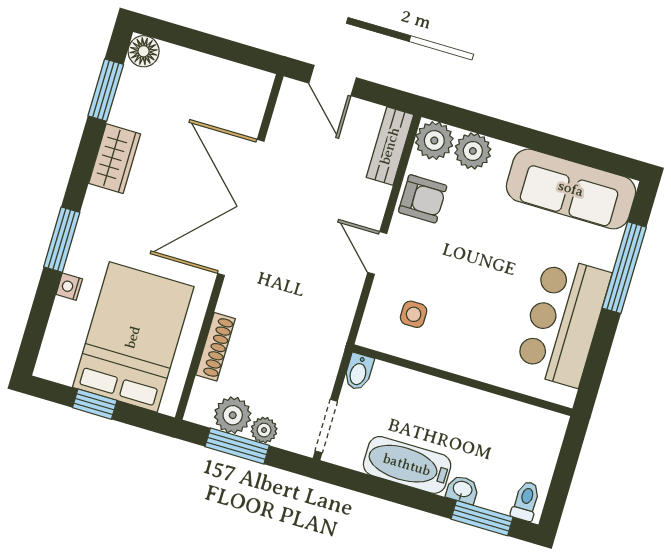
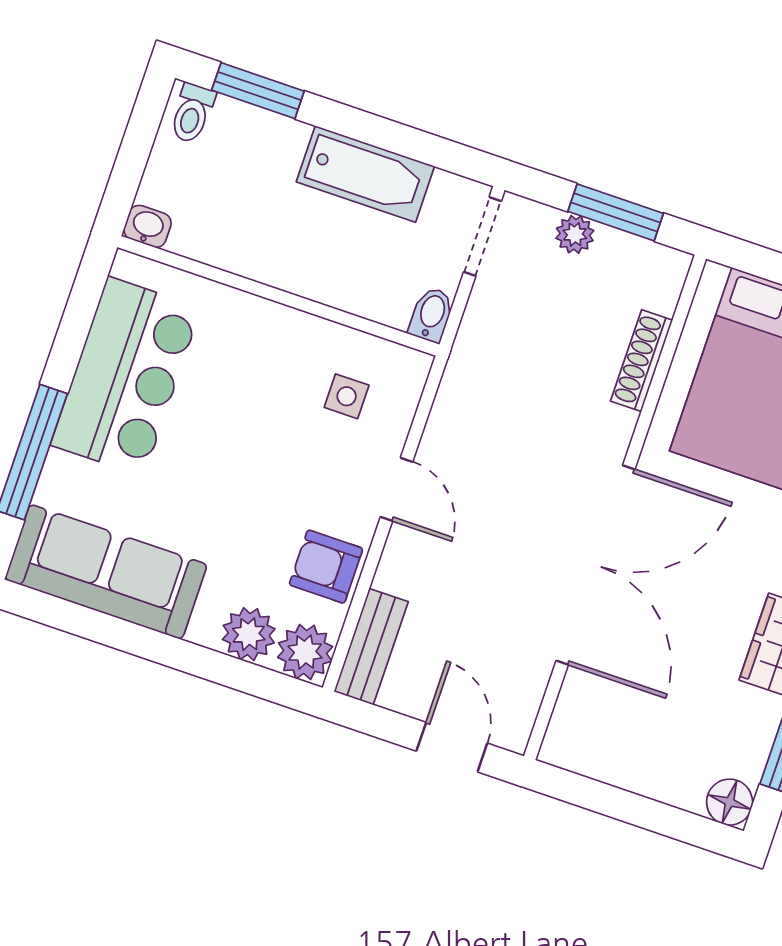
plant: (233, 415) -> (620, 258), removed
washbasin: (462, 490) -> (147, 226), moved, turned 180

